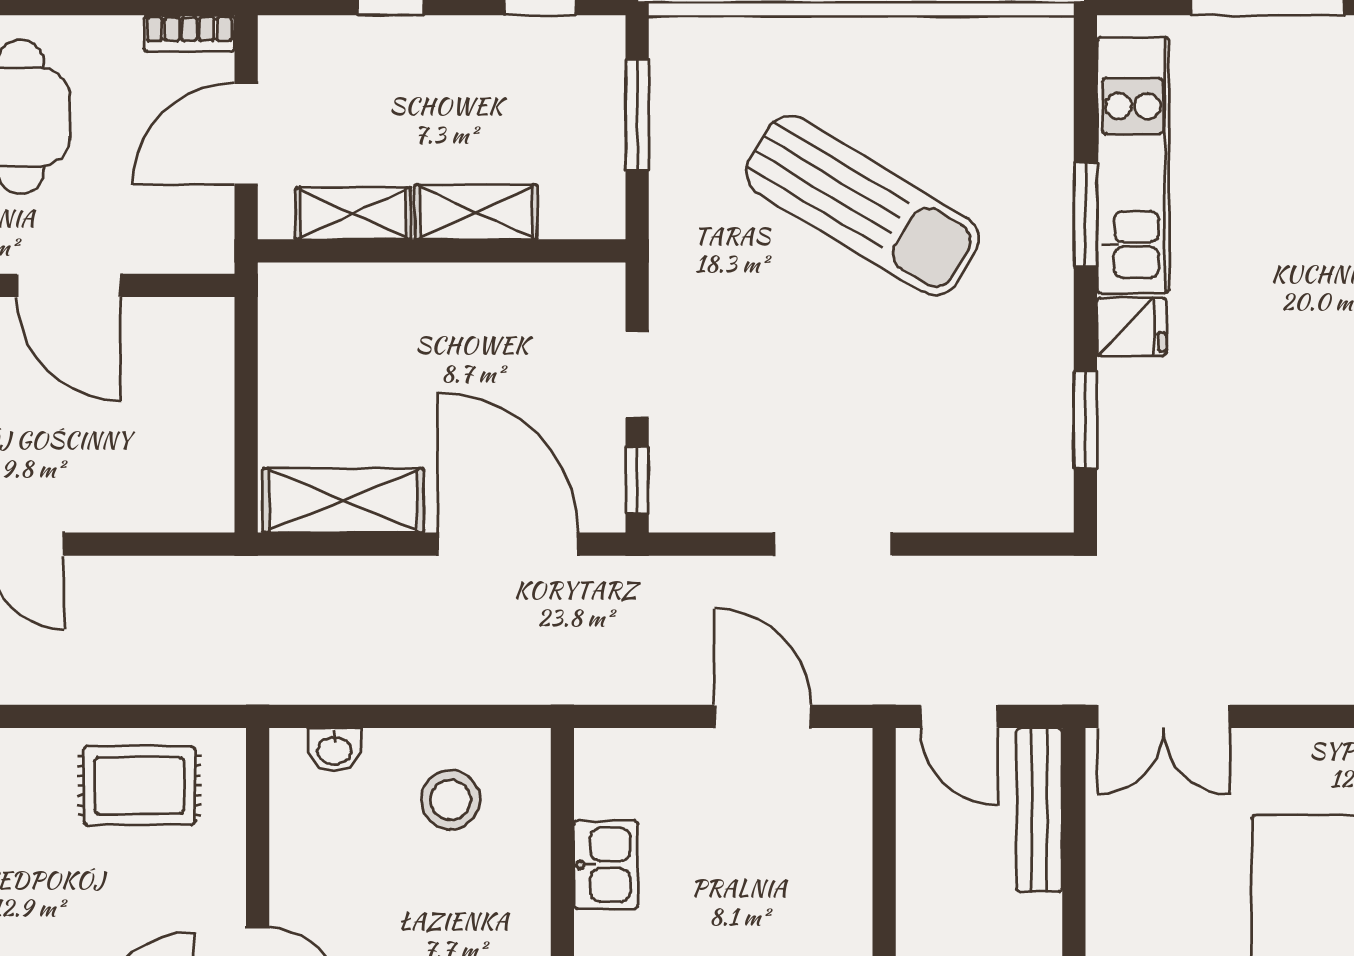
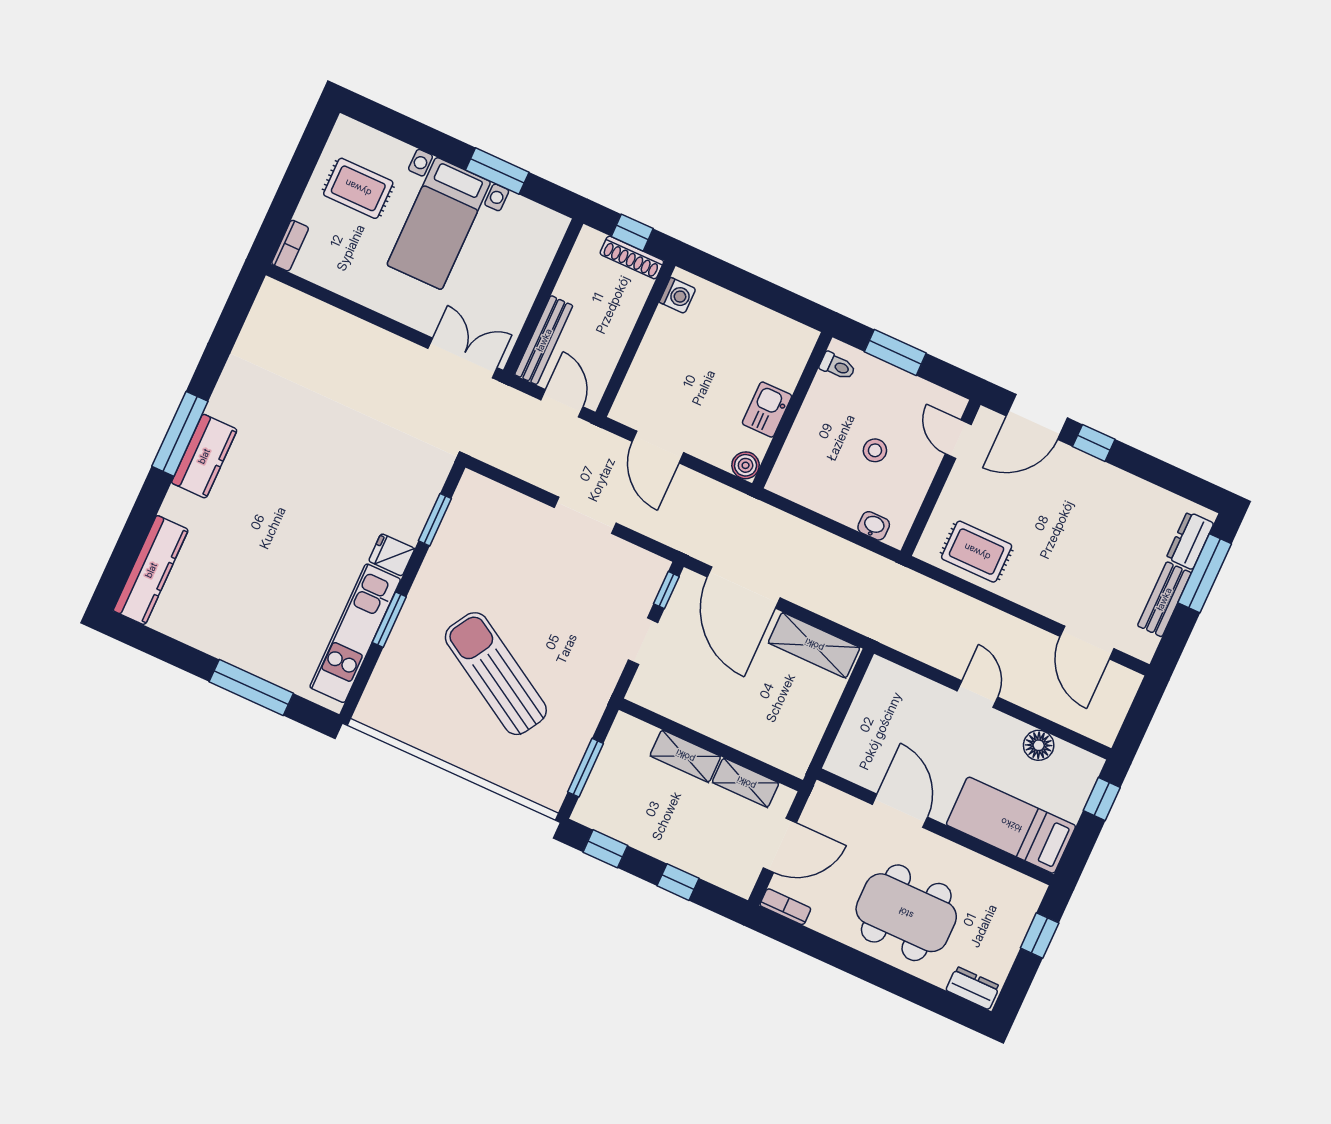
boiler: (599, 753) -> (746, 465), added
stool: (450, 800) -> (875, 450), moved, width x0.73, depth x0.73

